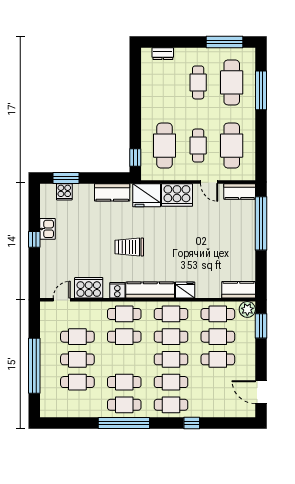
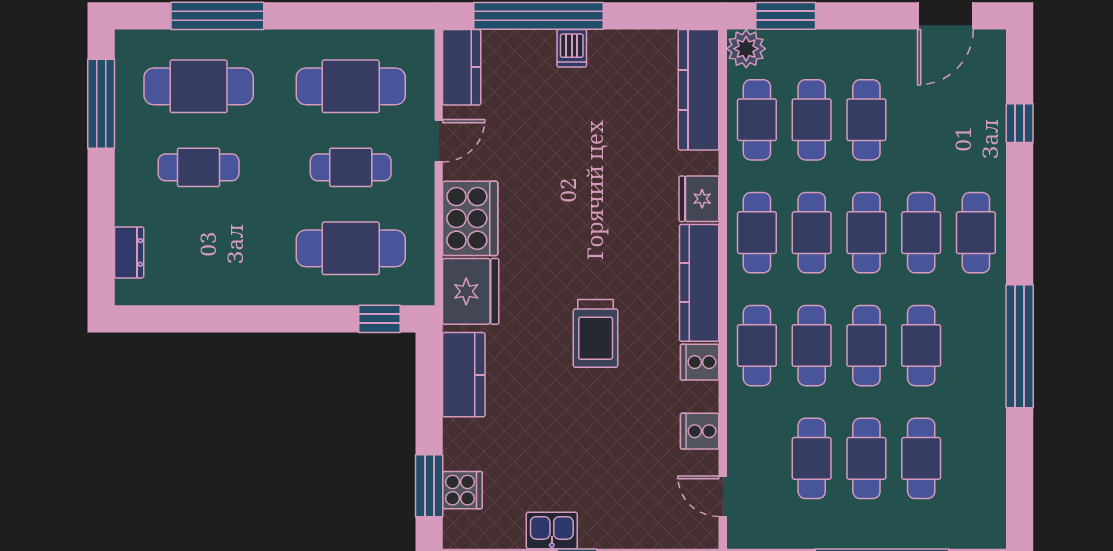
dishwasher: (247, 237) -> (572, 48), added
cooker: (89, 288) -> (700, 431), width x0.53, depth x0.76
kitchen counter: (239, 290) -> (699, 90), width x1.50
cafe table: (124, 405) -> (866, 346), moved
window: (192, 423) -> (1020, 123), moved

